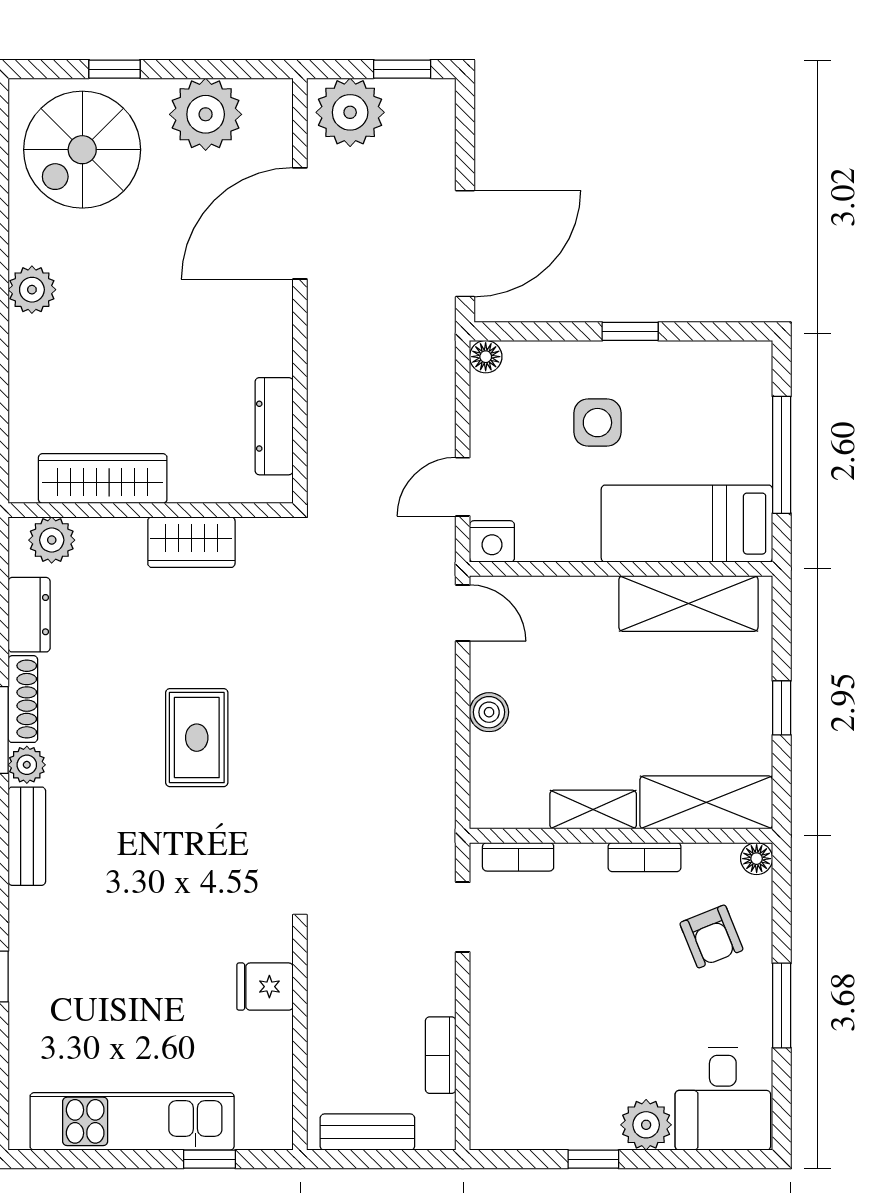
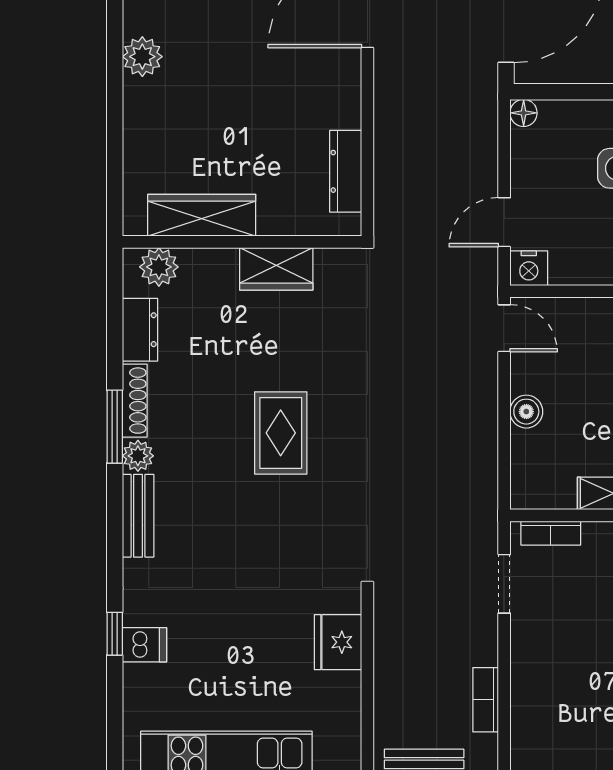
fridge: (265, 987) -> (338, 642), width x1.38
dishwasher: (34, 990) -> (144, 645), added

